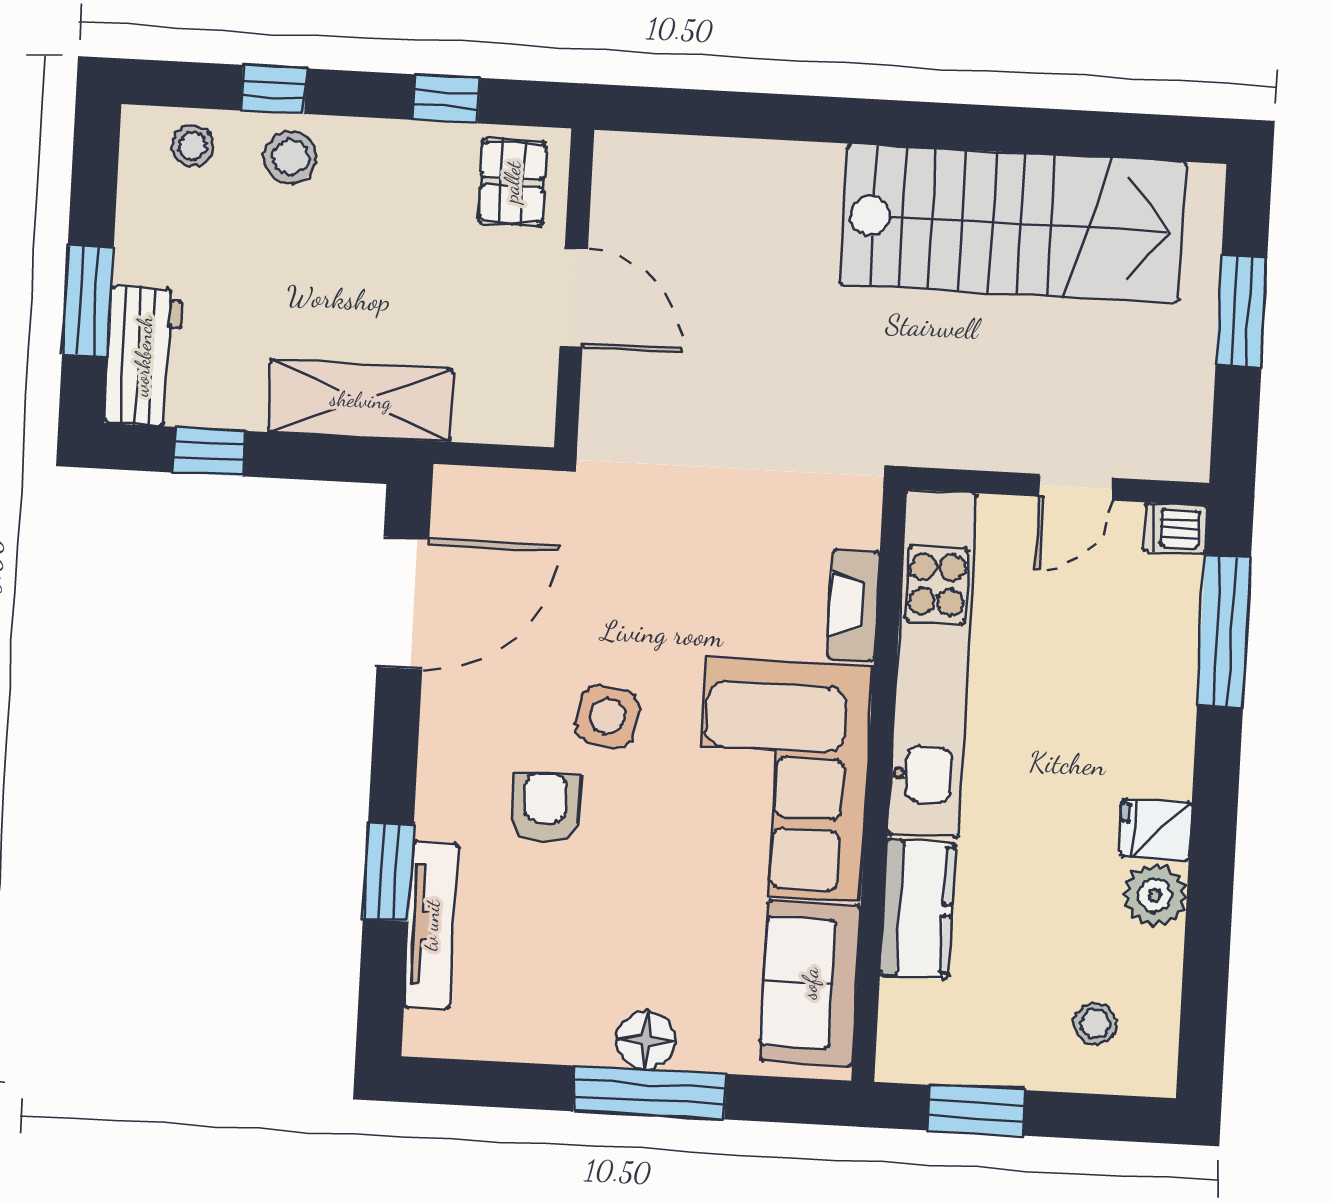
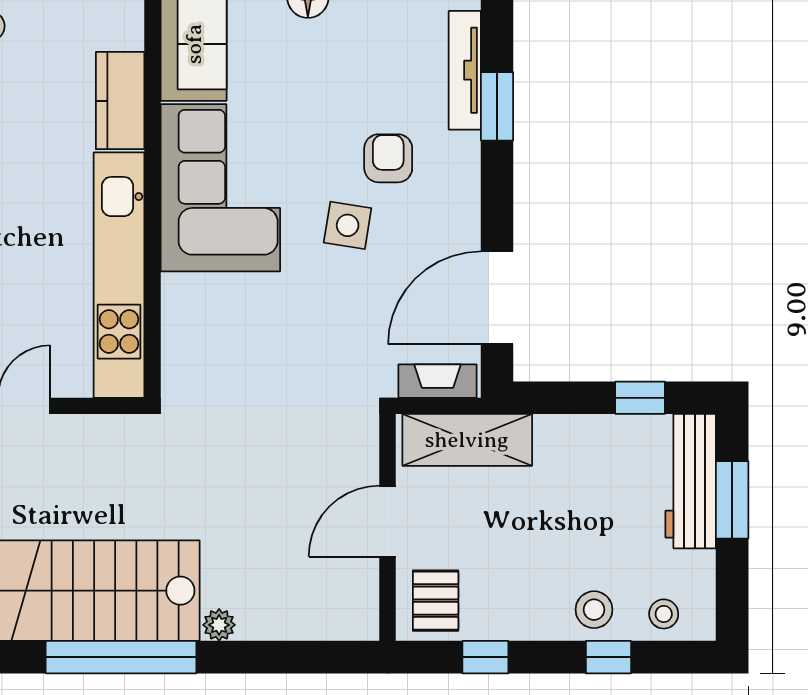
window: (959, 127) -> (121, 657), added
plant: (818, 164) -> (219, 625), added
door: (574, 298) -> (388, 521), hinge flipped
workbench: (143, 356) -> (691, 481), width x1.38
shelving: (361, 400) -> (467, 440), moved
fireplace: (853, 605) -> (438, 381), moved, turned -90
armchair: (545, 807) -> (388, 158), turned 180

